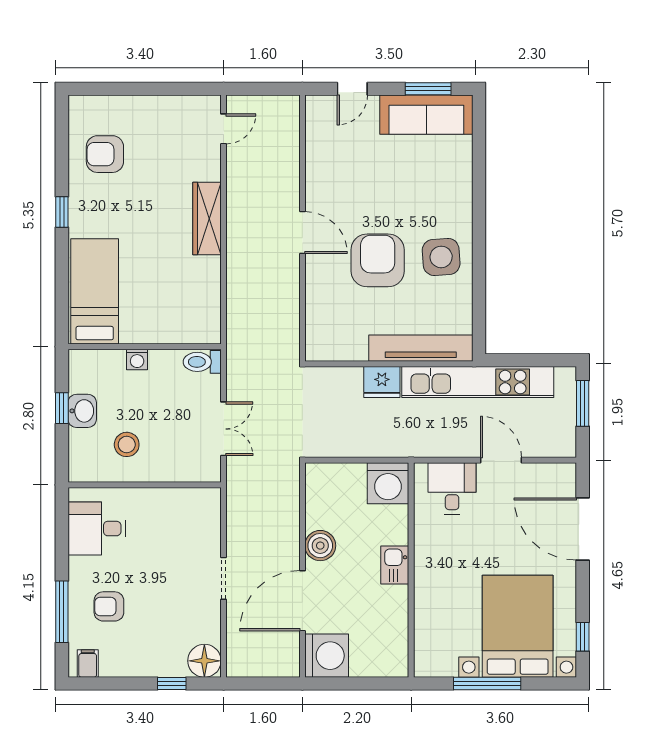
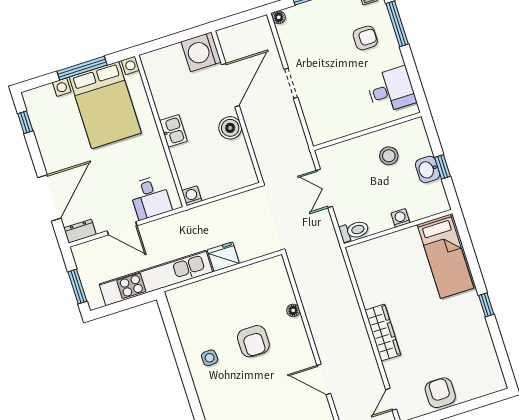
armchair: (105, 154) -> (440, 393), moved, turned -90
door: (302, 233) -> (324, 379), moved
side table: (441, 257) -> (210, 358), width x0.54, depth x0.54
armchair: (378, 260) -> (253, 341), width x0.73, depth x0.73
floor lamp: (314, 284) -> (293, 310), added
tv unit: (421, 348) -> (203, 289), removed
dresser: (557, 474) -> (80, 231), added
washing machine: (388, 483) -> (192, 196), width x0.53, depth x0.53
door: (583, 529) -> (49, 198), hinge flipped
bed with nightstands: (518, 626) -> (105, 105), moved
floor lamp: (204, 661) -> (279, 17), width x0.53, depth x0.53

